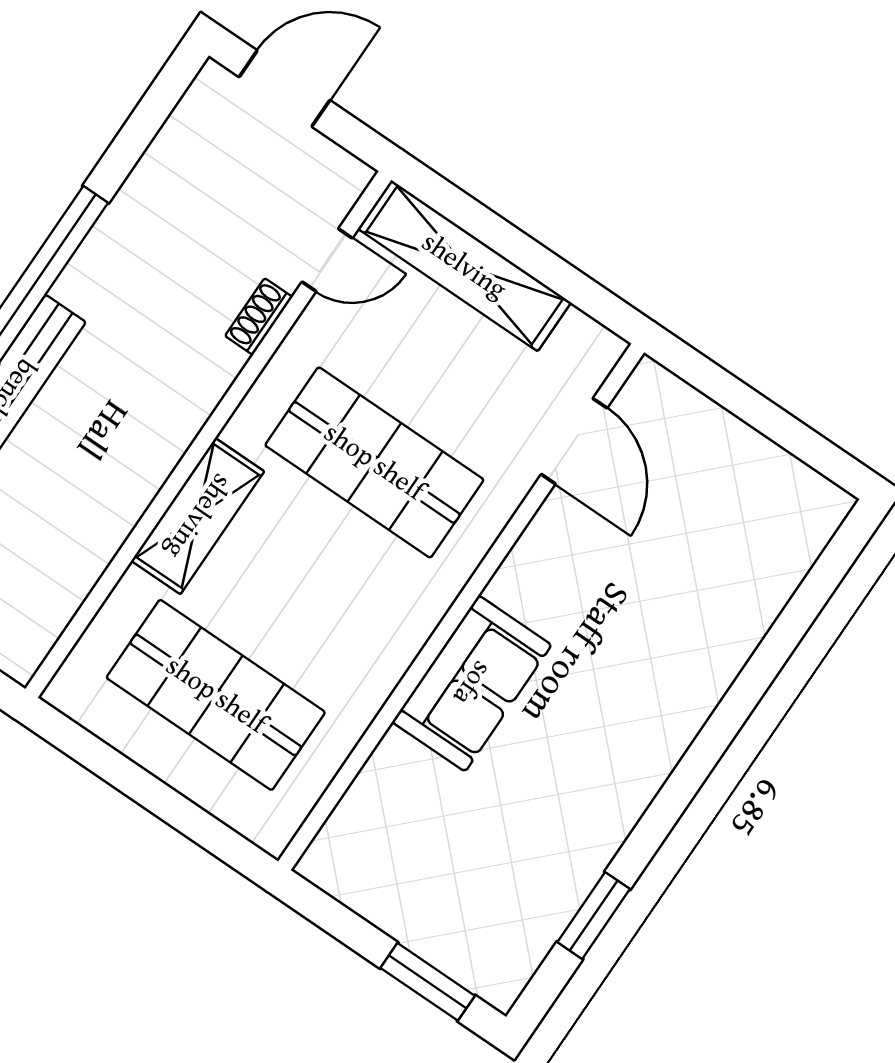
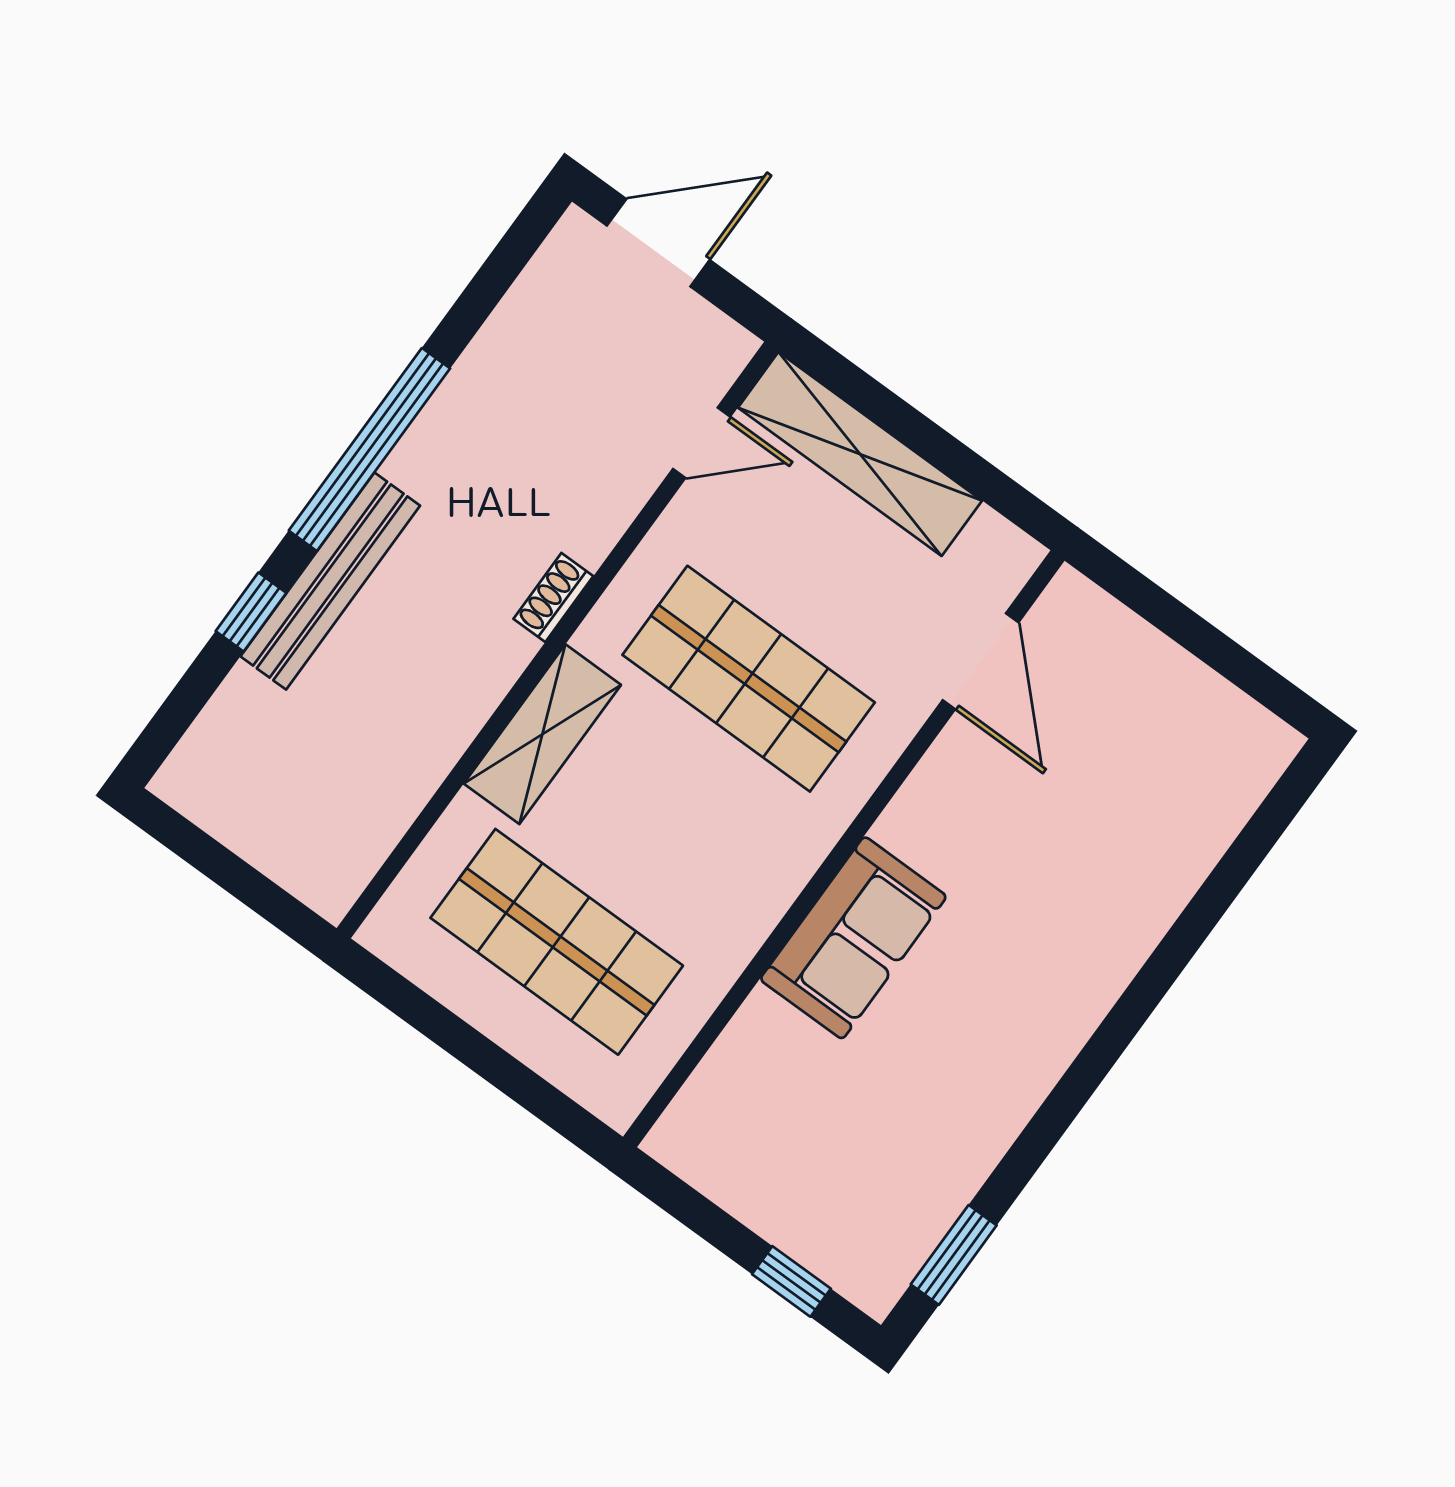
shoe rack: (259, 317) -> (553, 597), moved
window: (594, 916) -> (954, 1255), moved
window: (428, 982) -> (791, 1281), width x0.67

